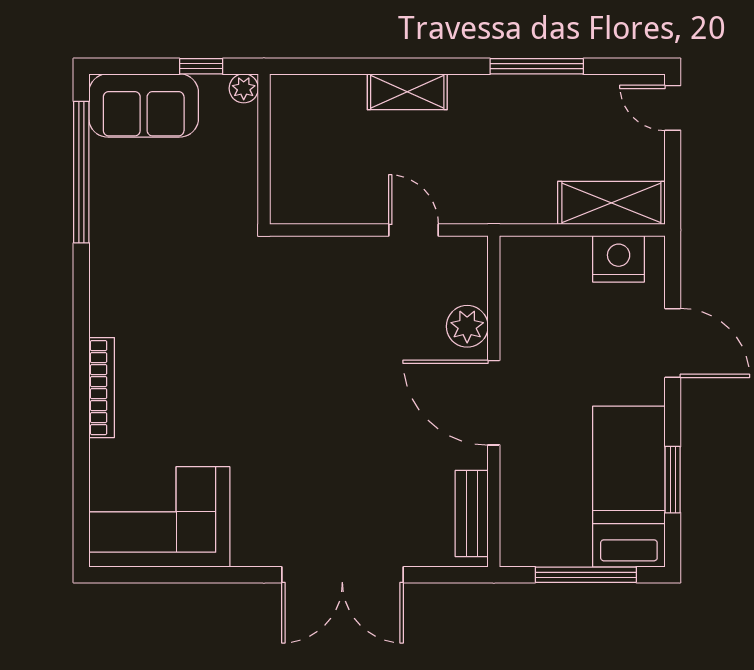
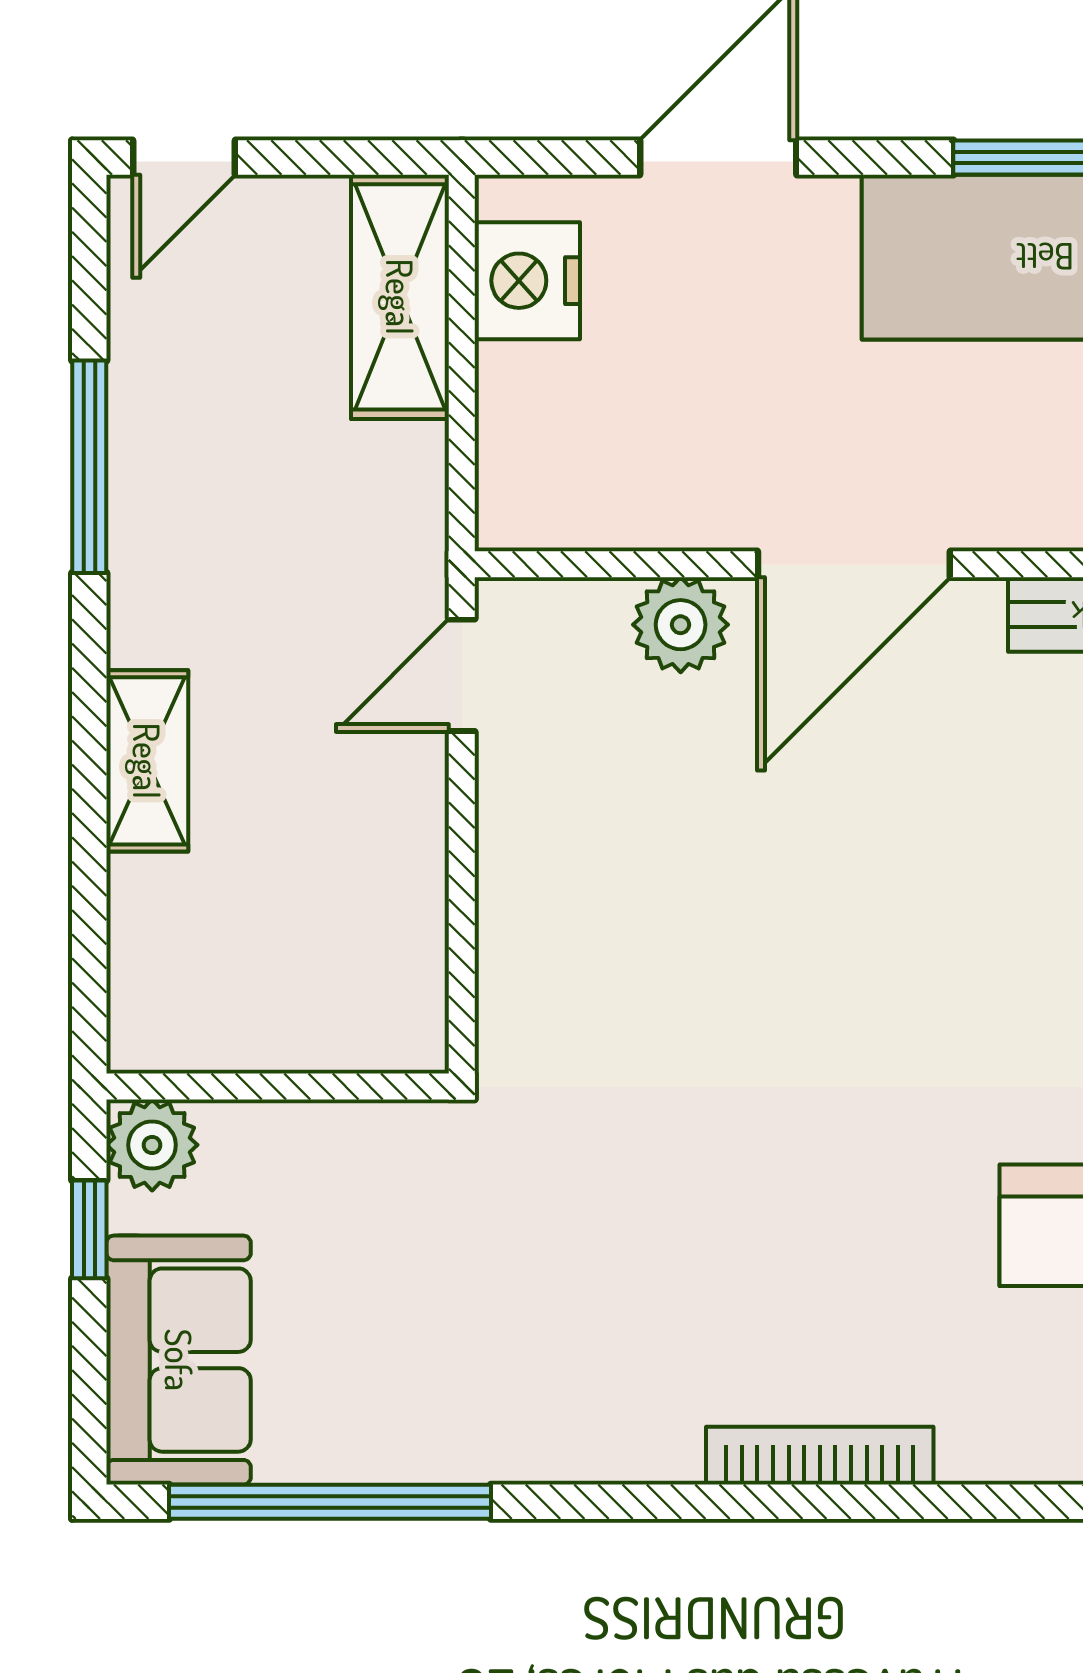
plant: (244, 88) -> (152, 1145), width x1.38, depth x1.38
door: (413, 230) -> (462, 675), moved

